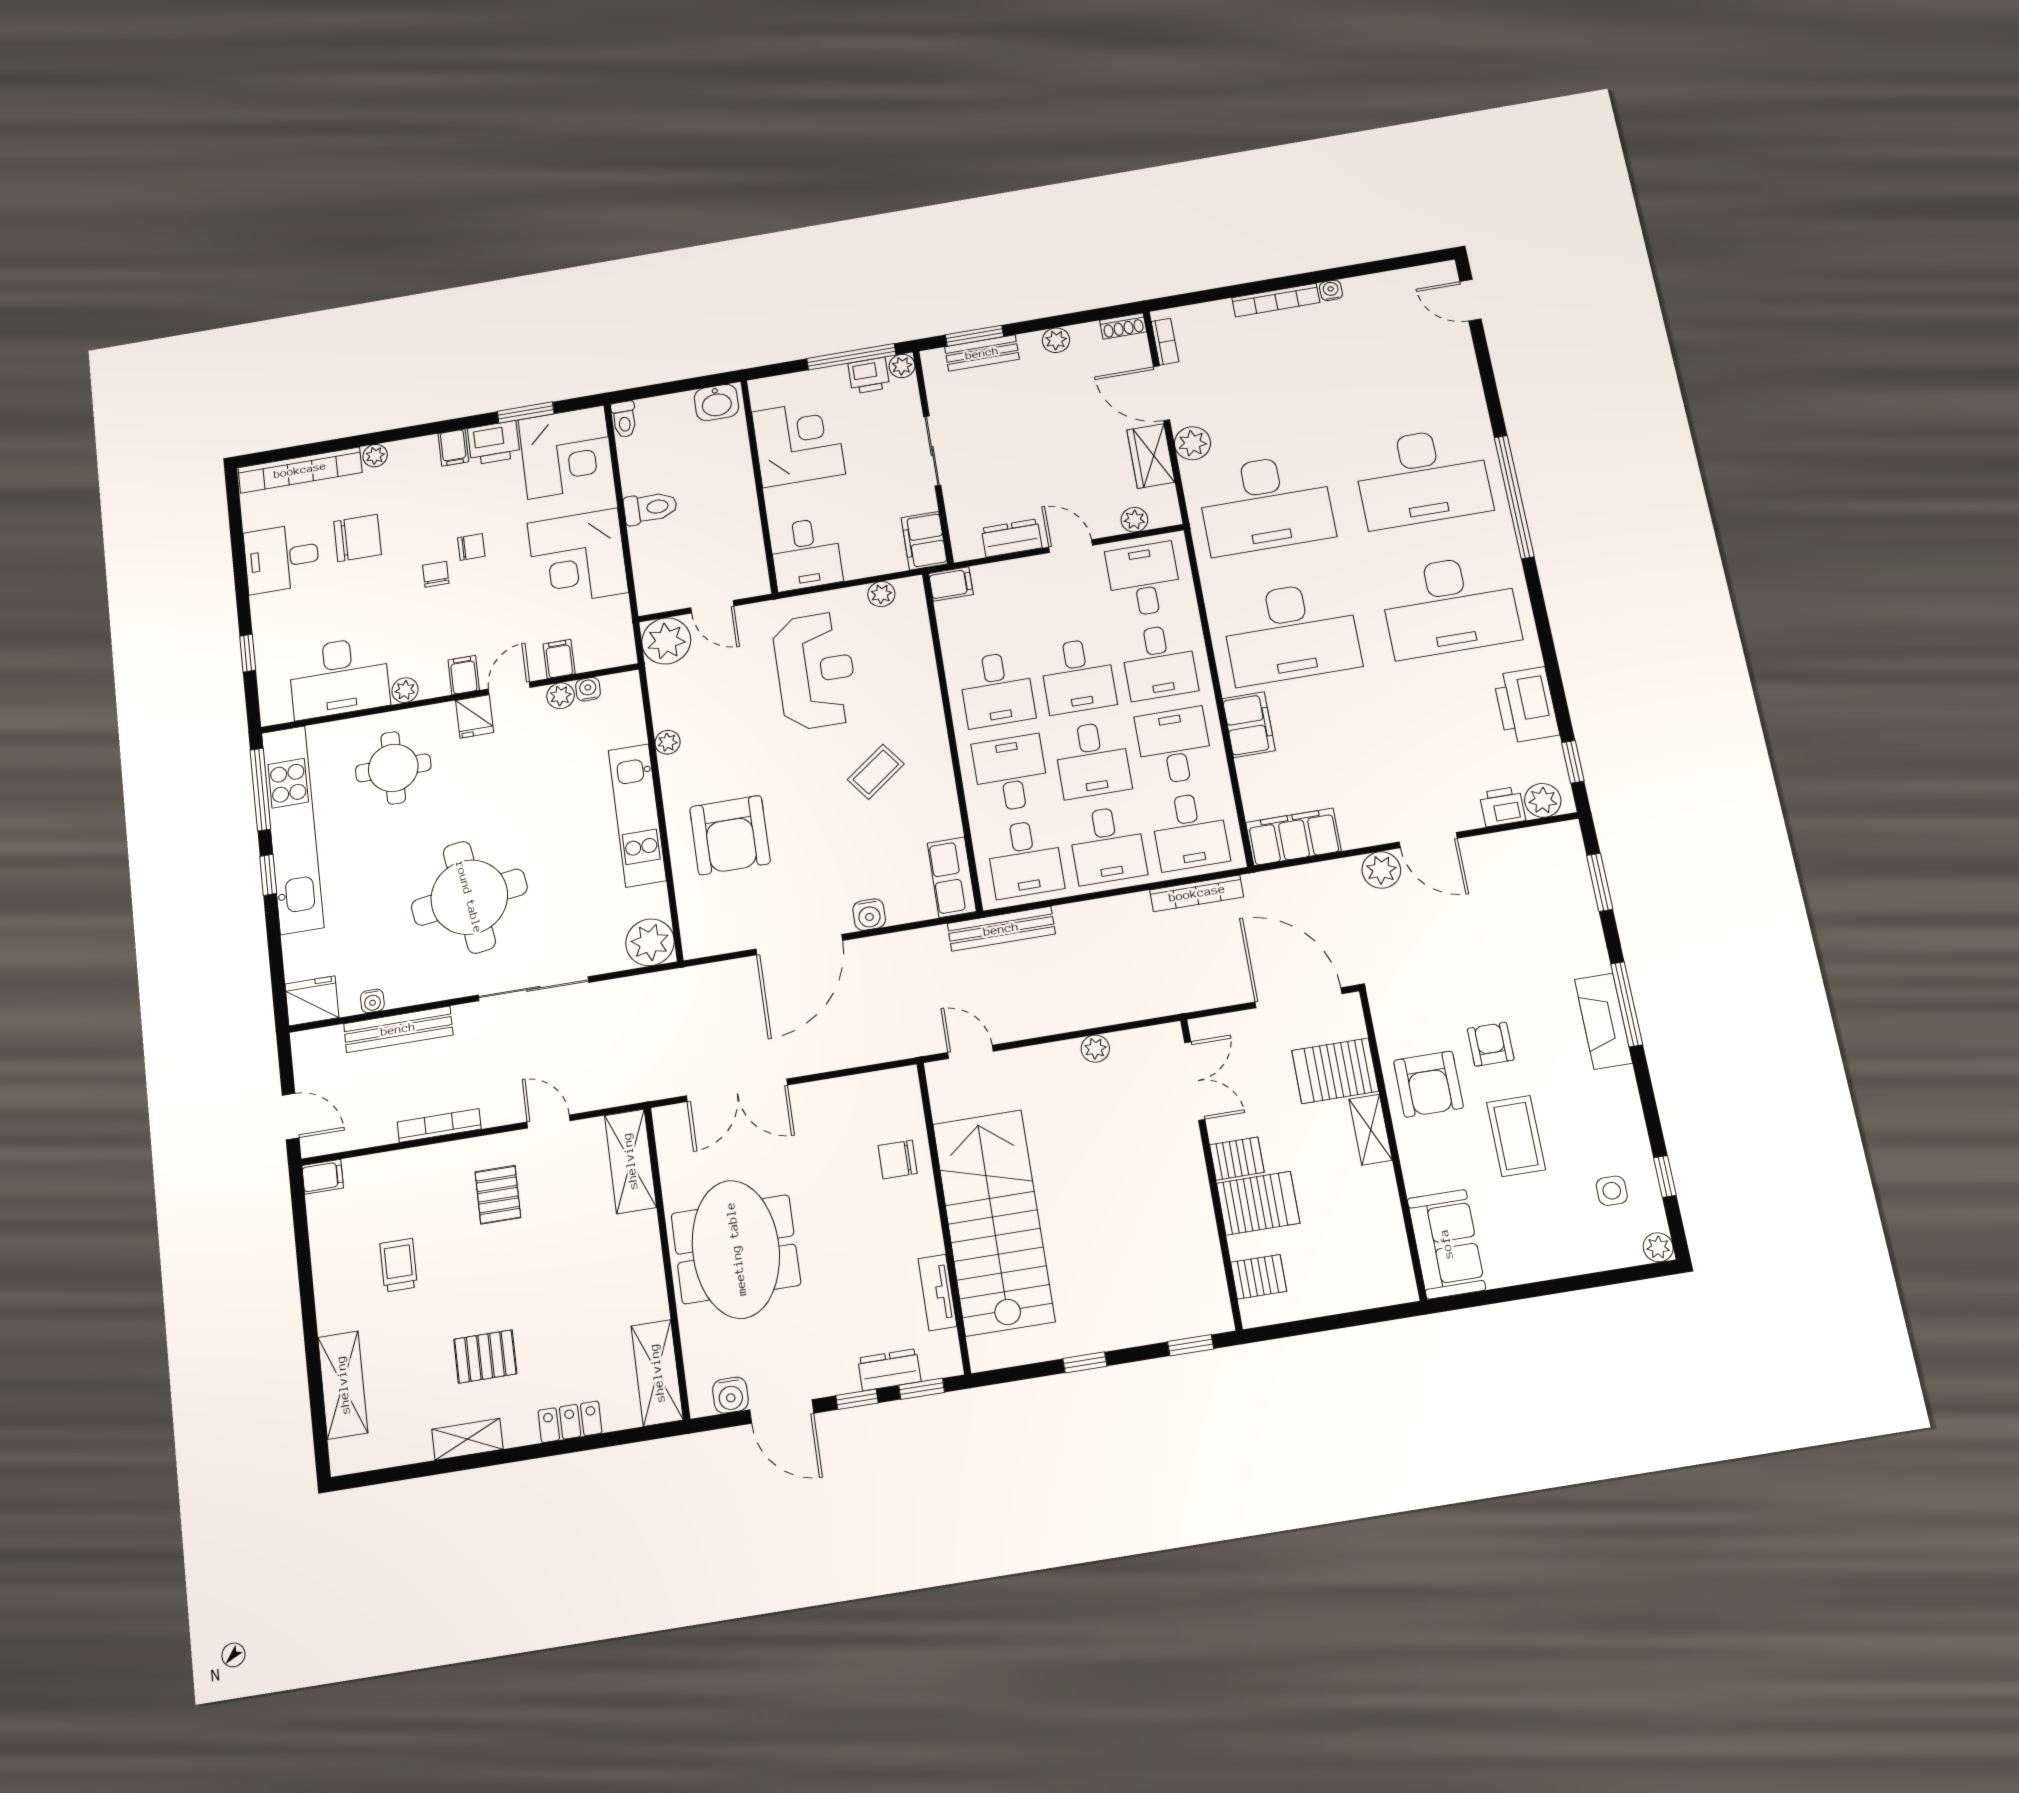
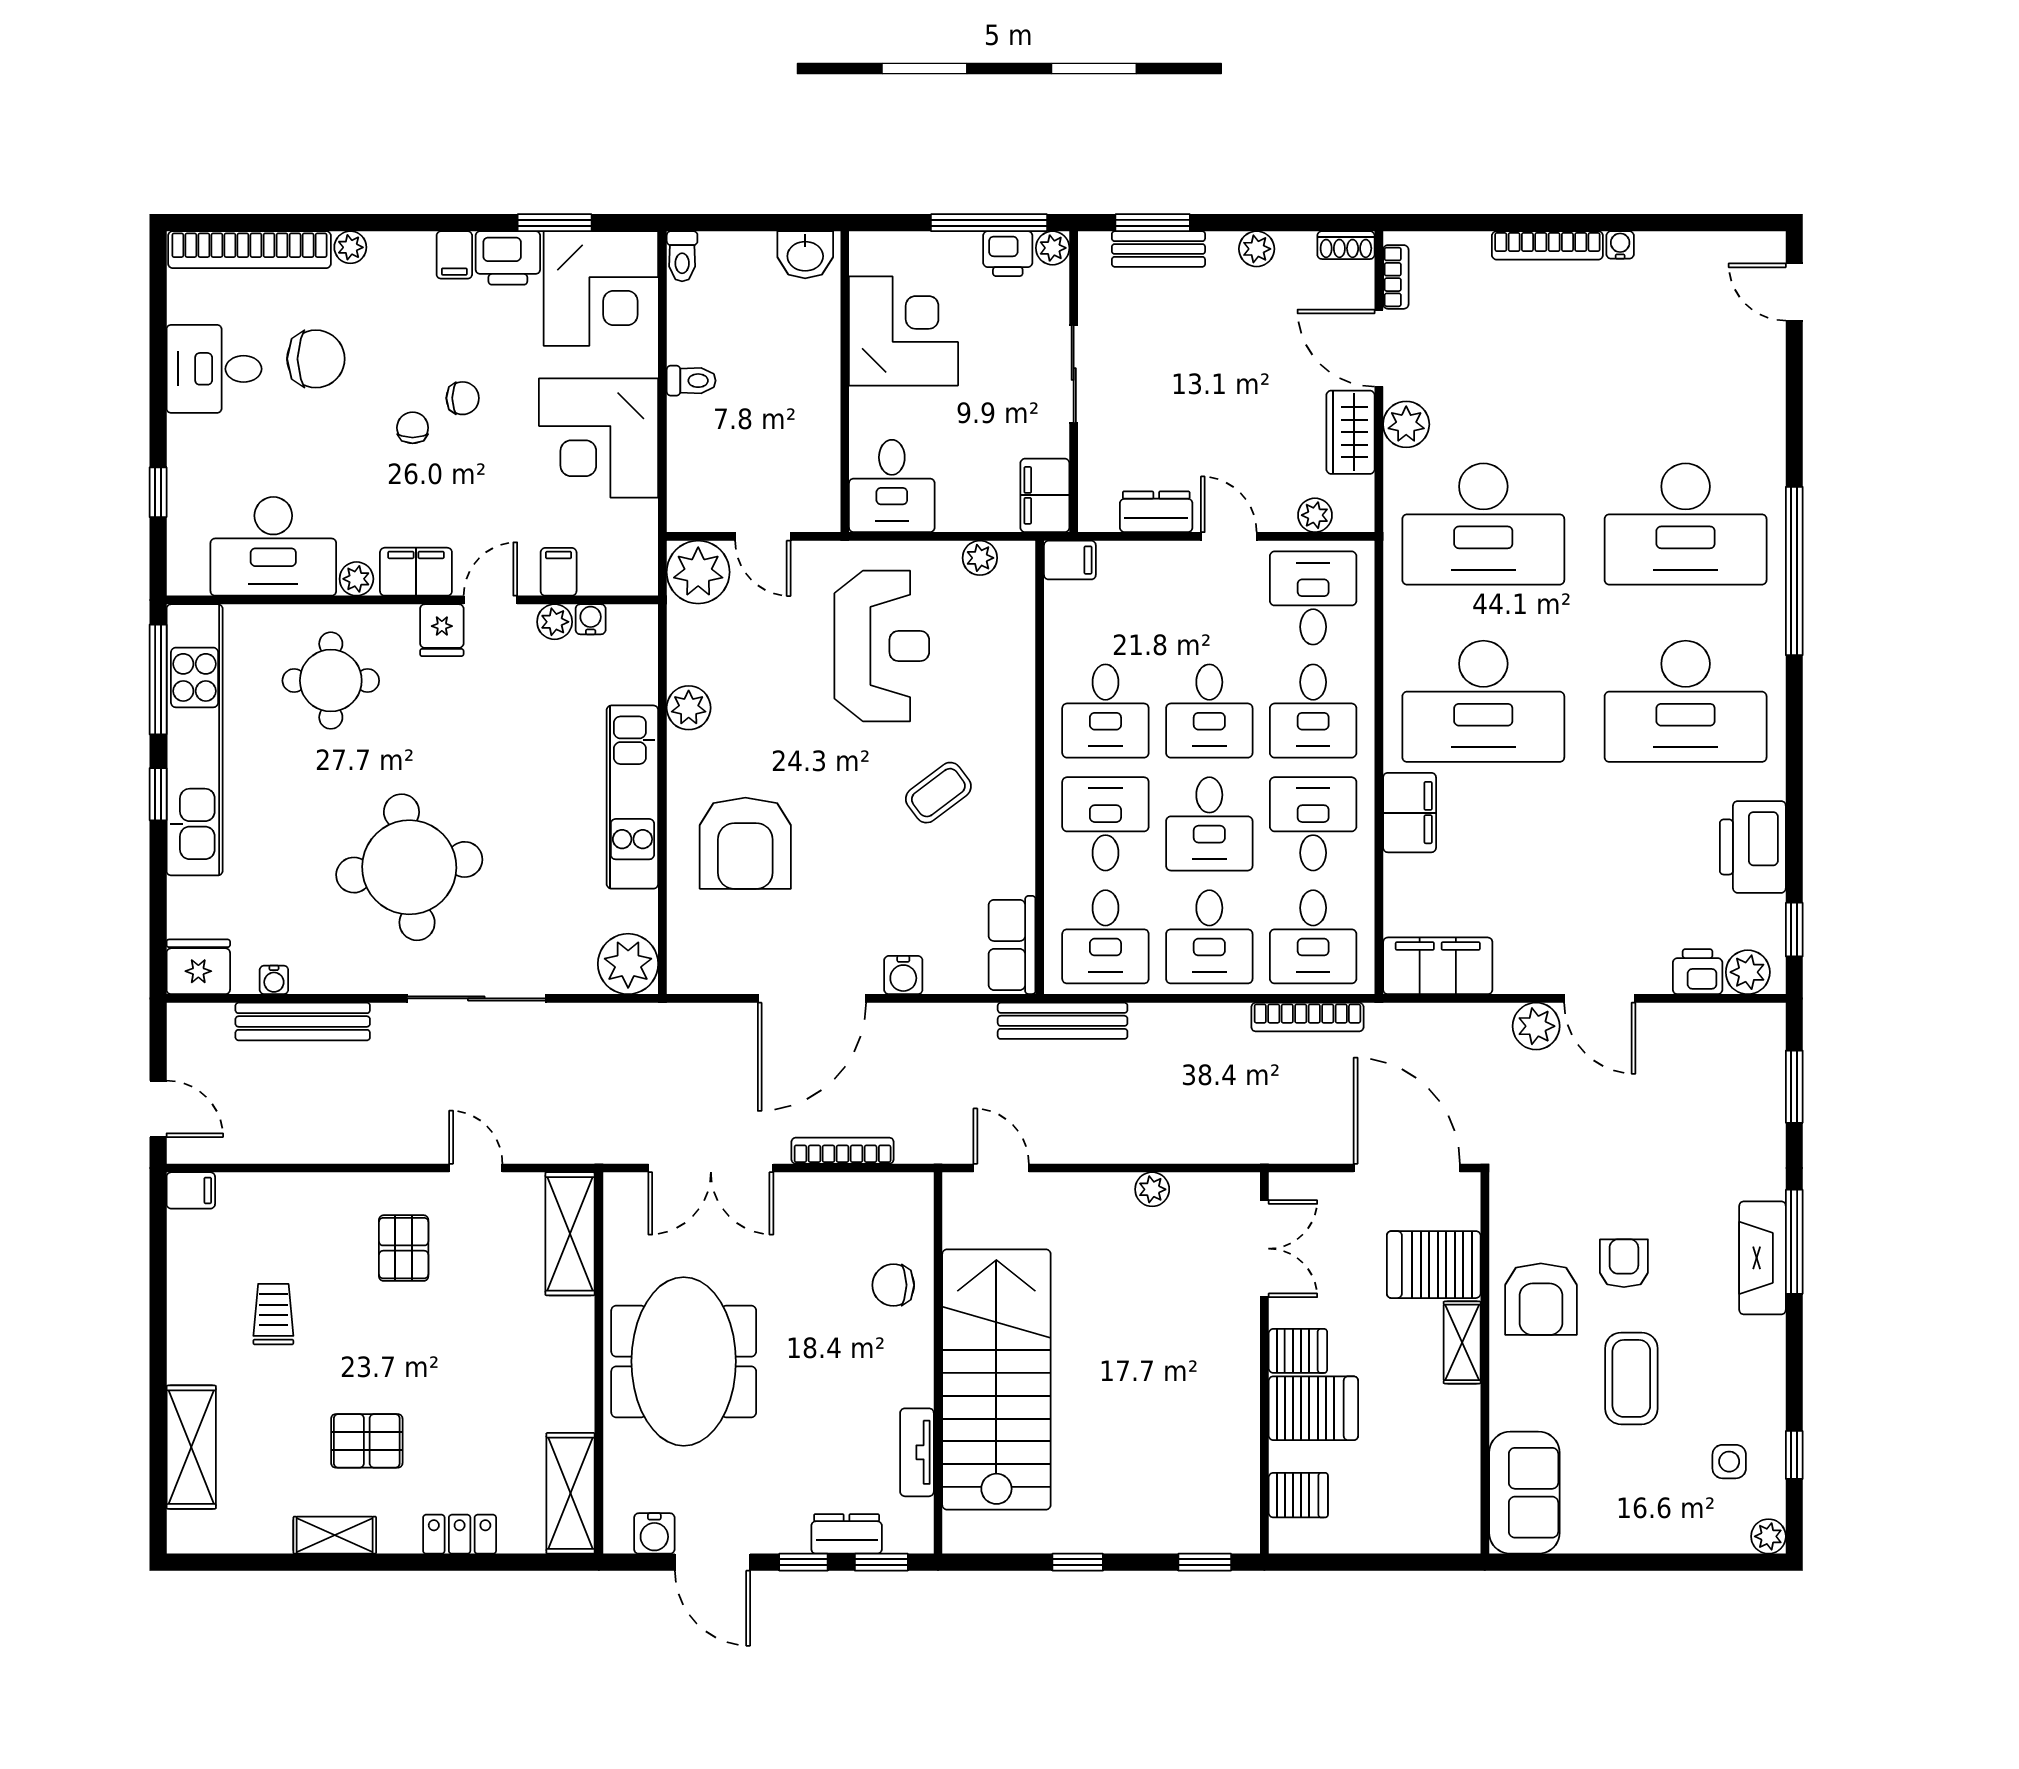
toilet: (650, 508) -> (691, 381), width x0.73, depth x0.72
filing cabinet: (464, 675) -> (416, 572), width x2.00
plant: (668, 742) -> (689, 708), width x1.38, depth x1.38
bookcase: (439, 1125) -> (843, 1151), moved

